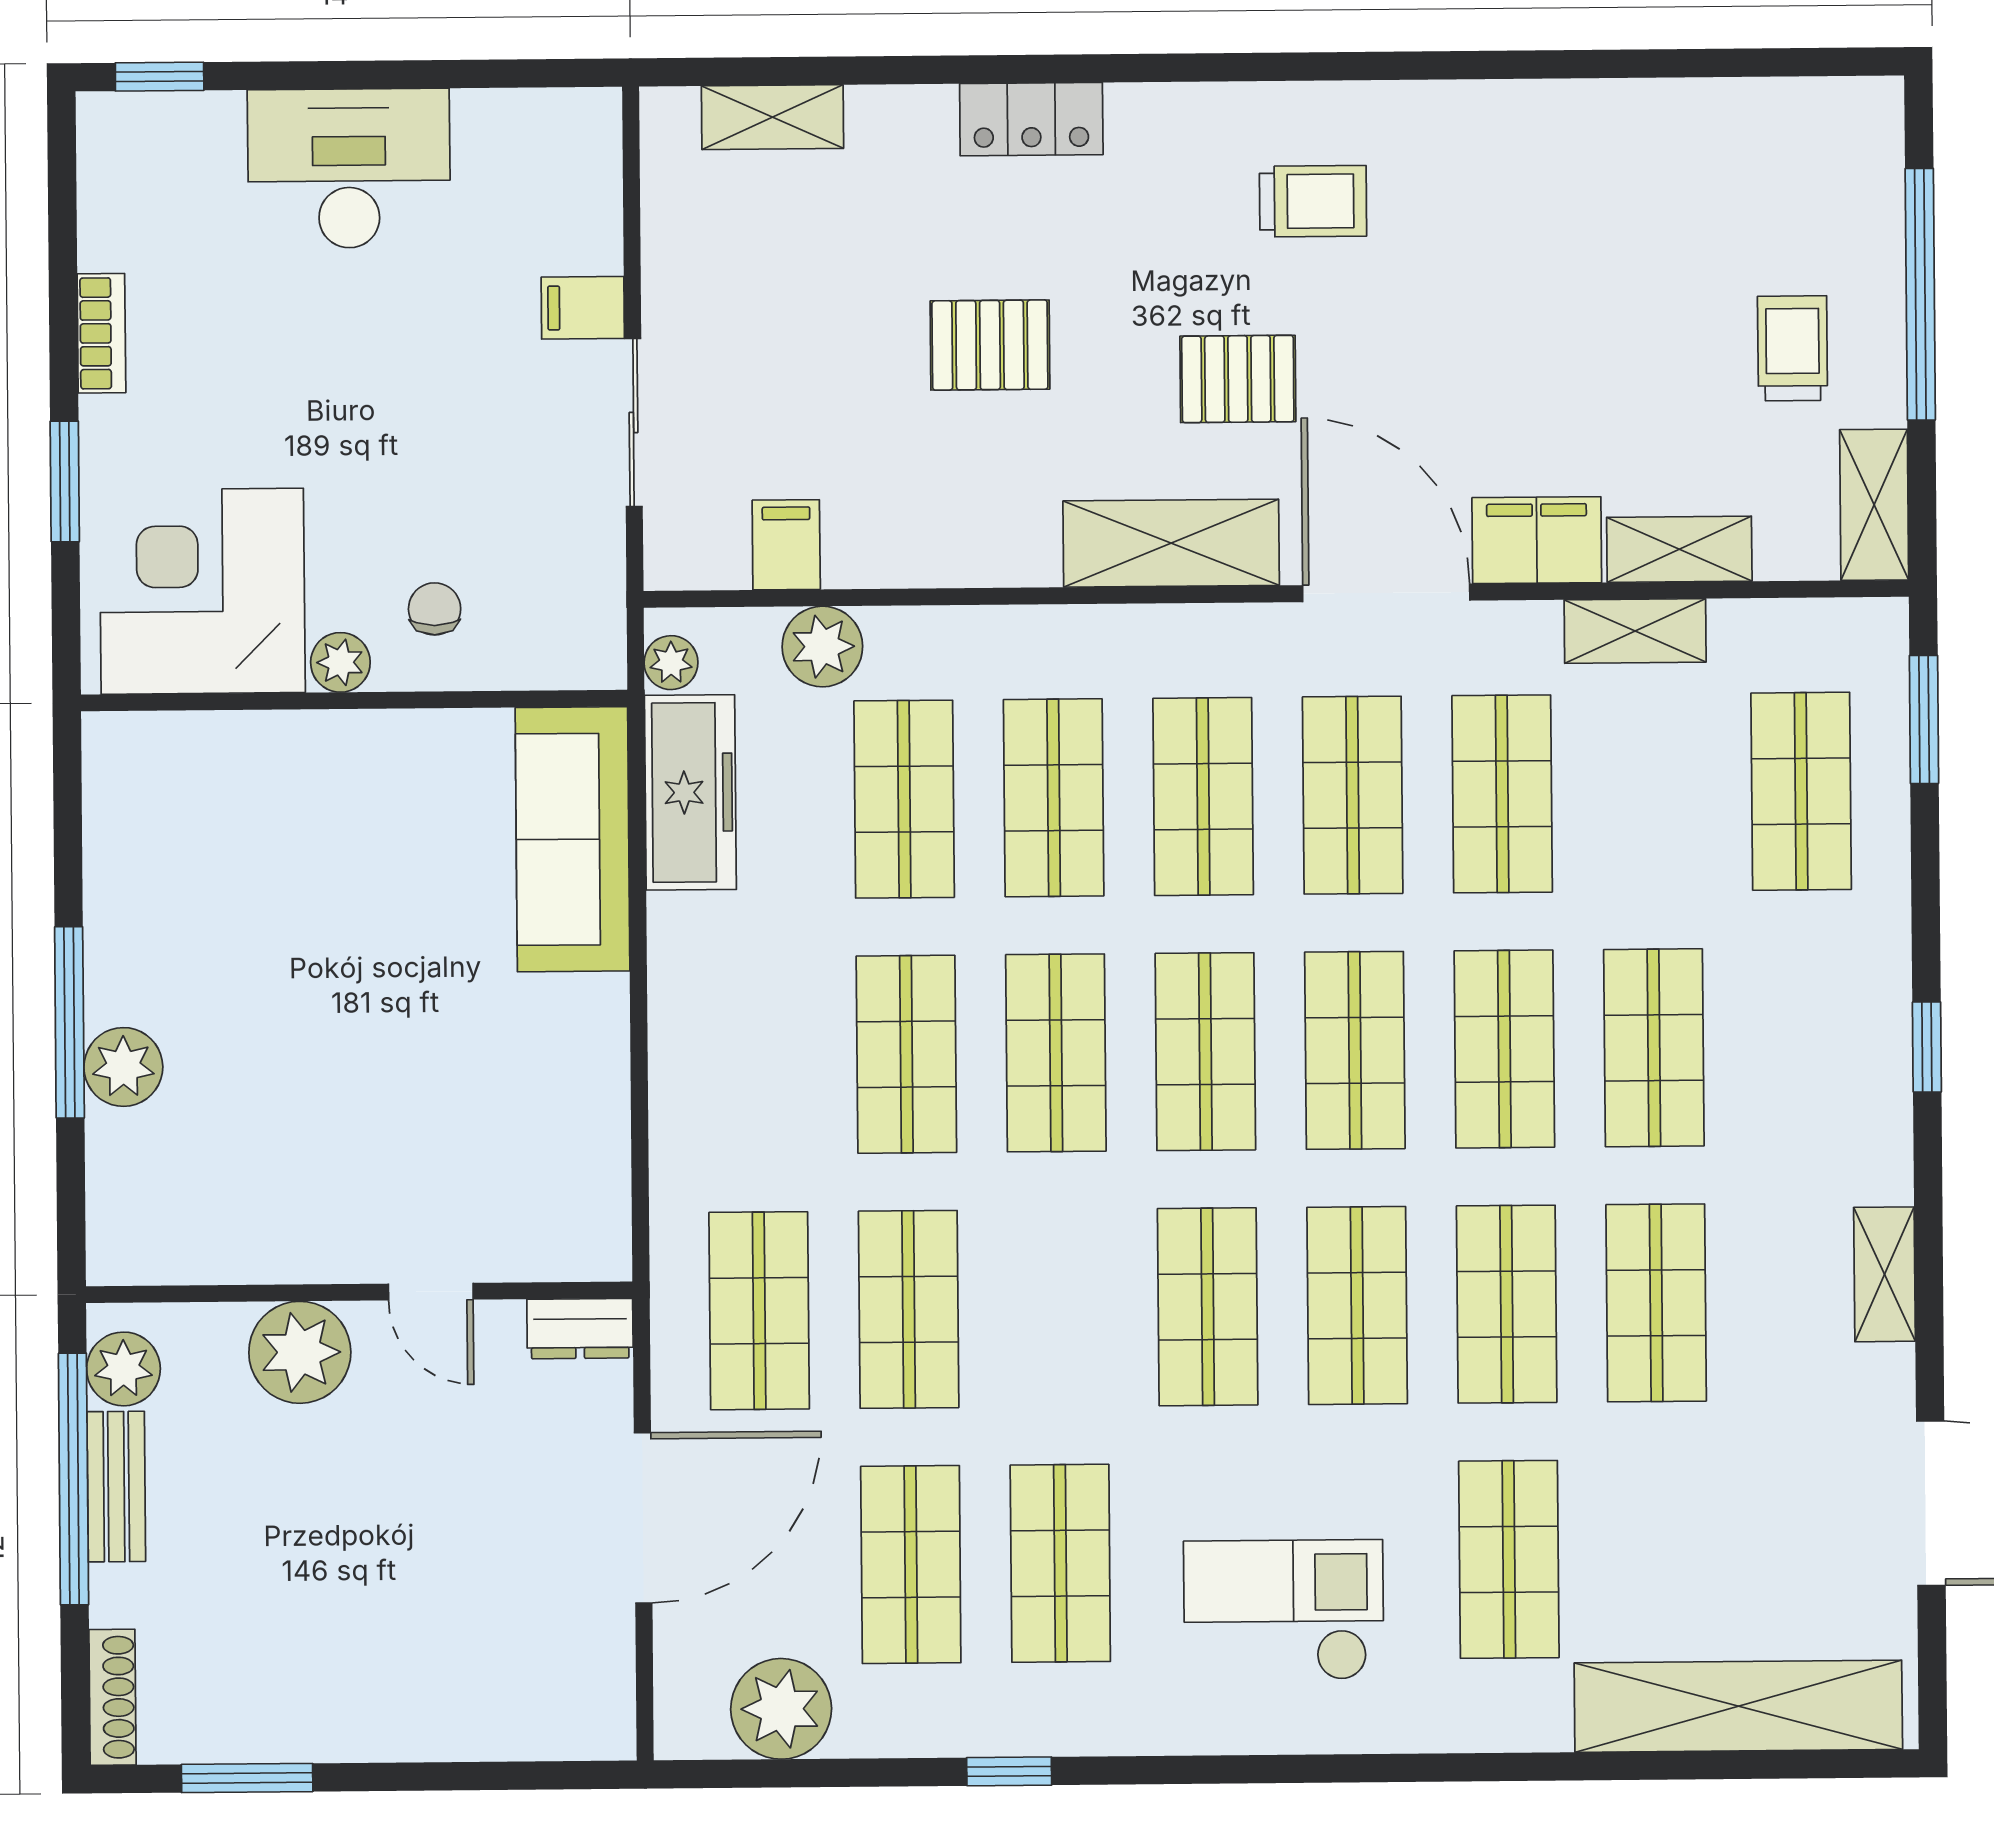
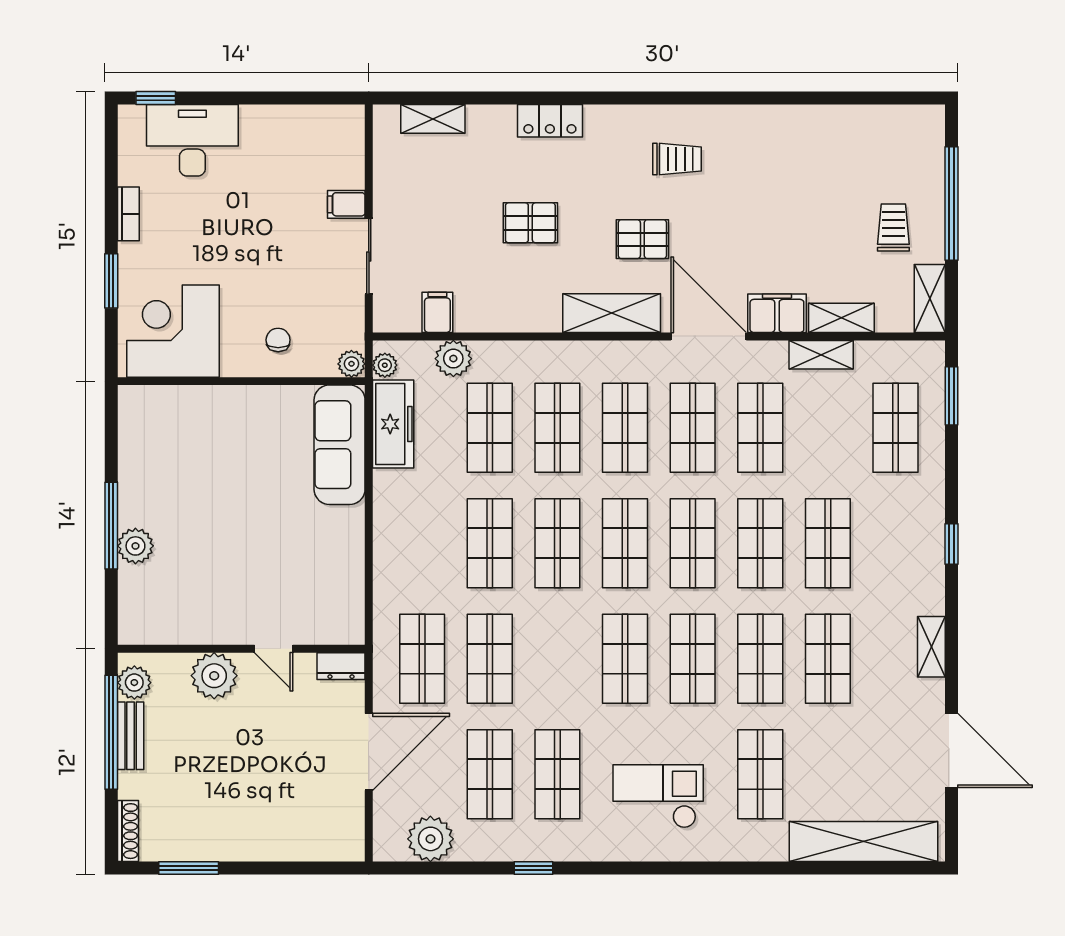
desk: (349, 168) -> (192, 140), moved
plant: (340, 662) -> (351, 364), moved

